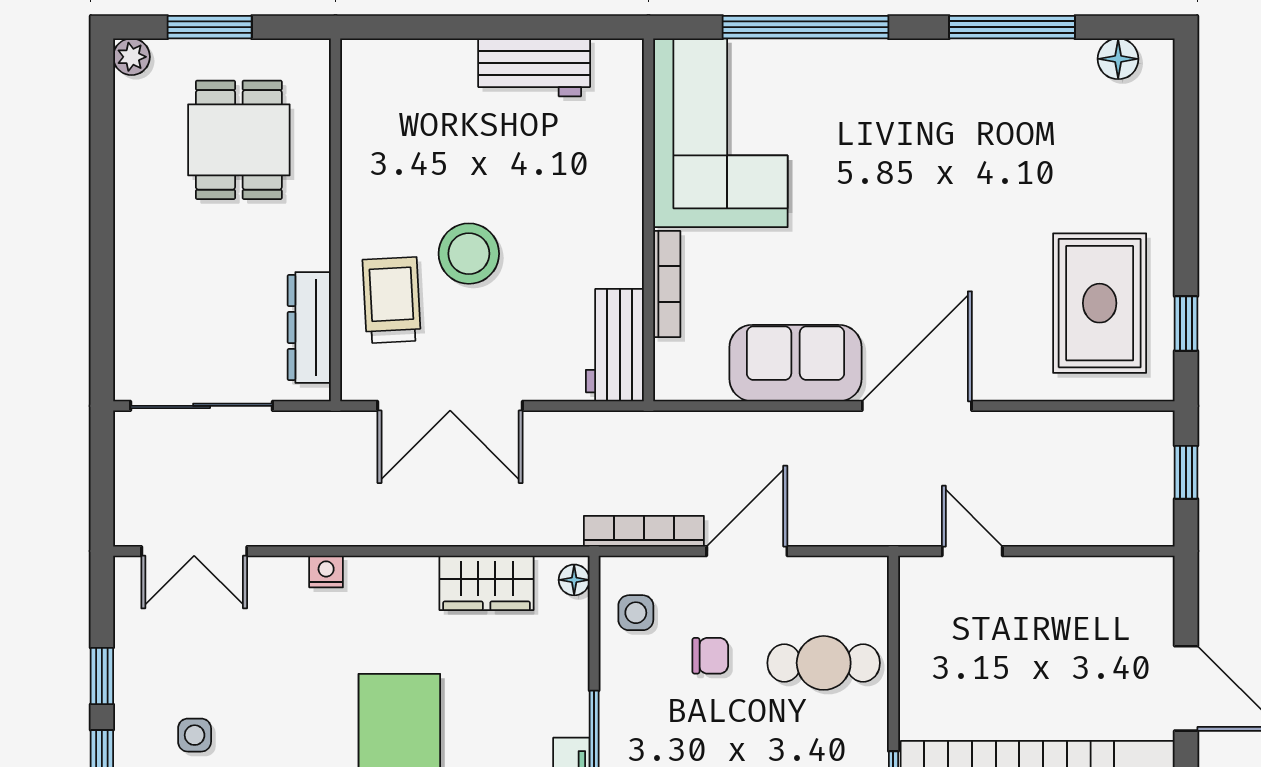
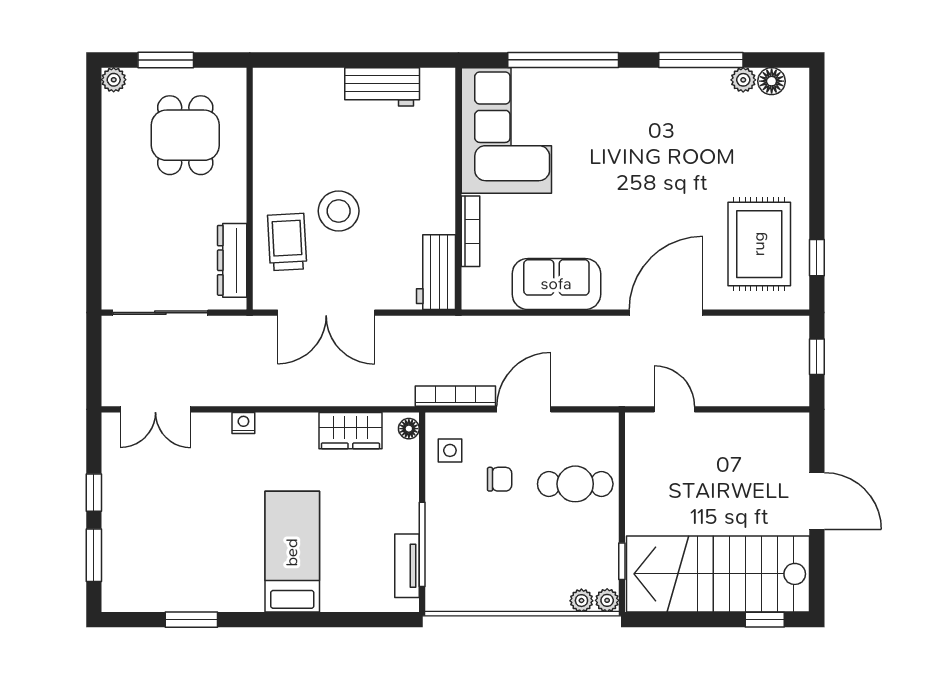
plant: (1076, 57) -> (743, 80), added
door: (917, 406) -> (666, 313), moved
side table: (195, 735) -> (156, 532), removed

